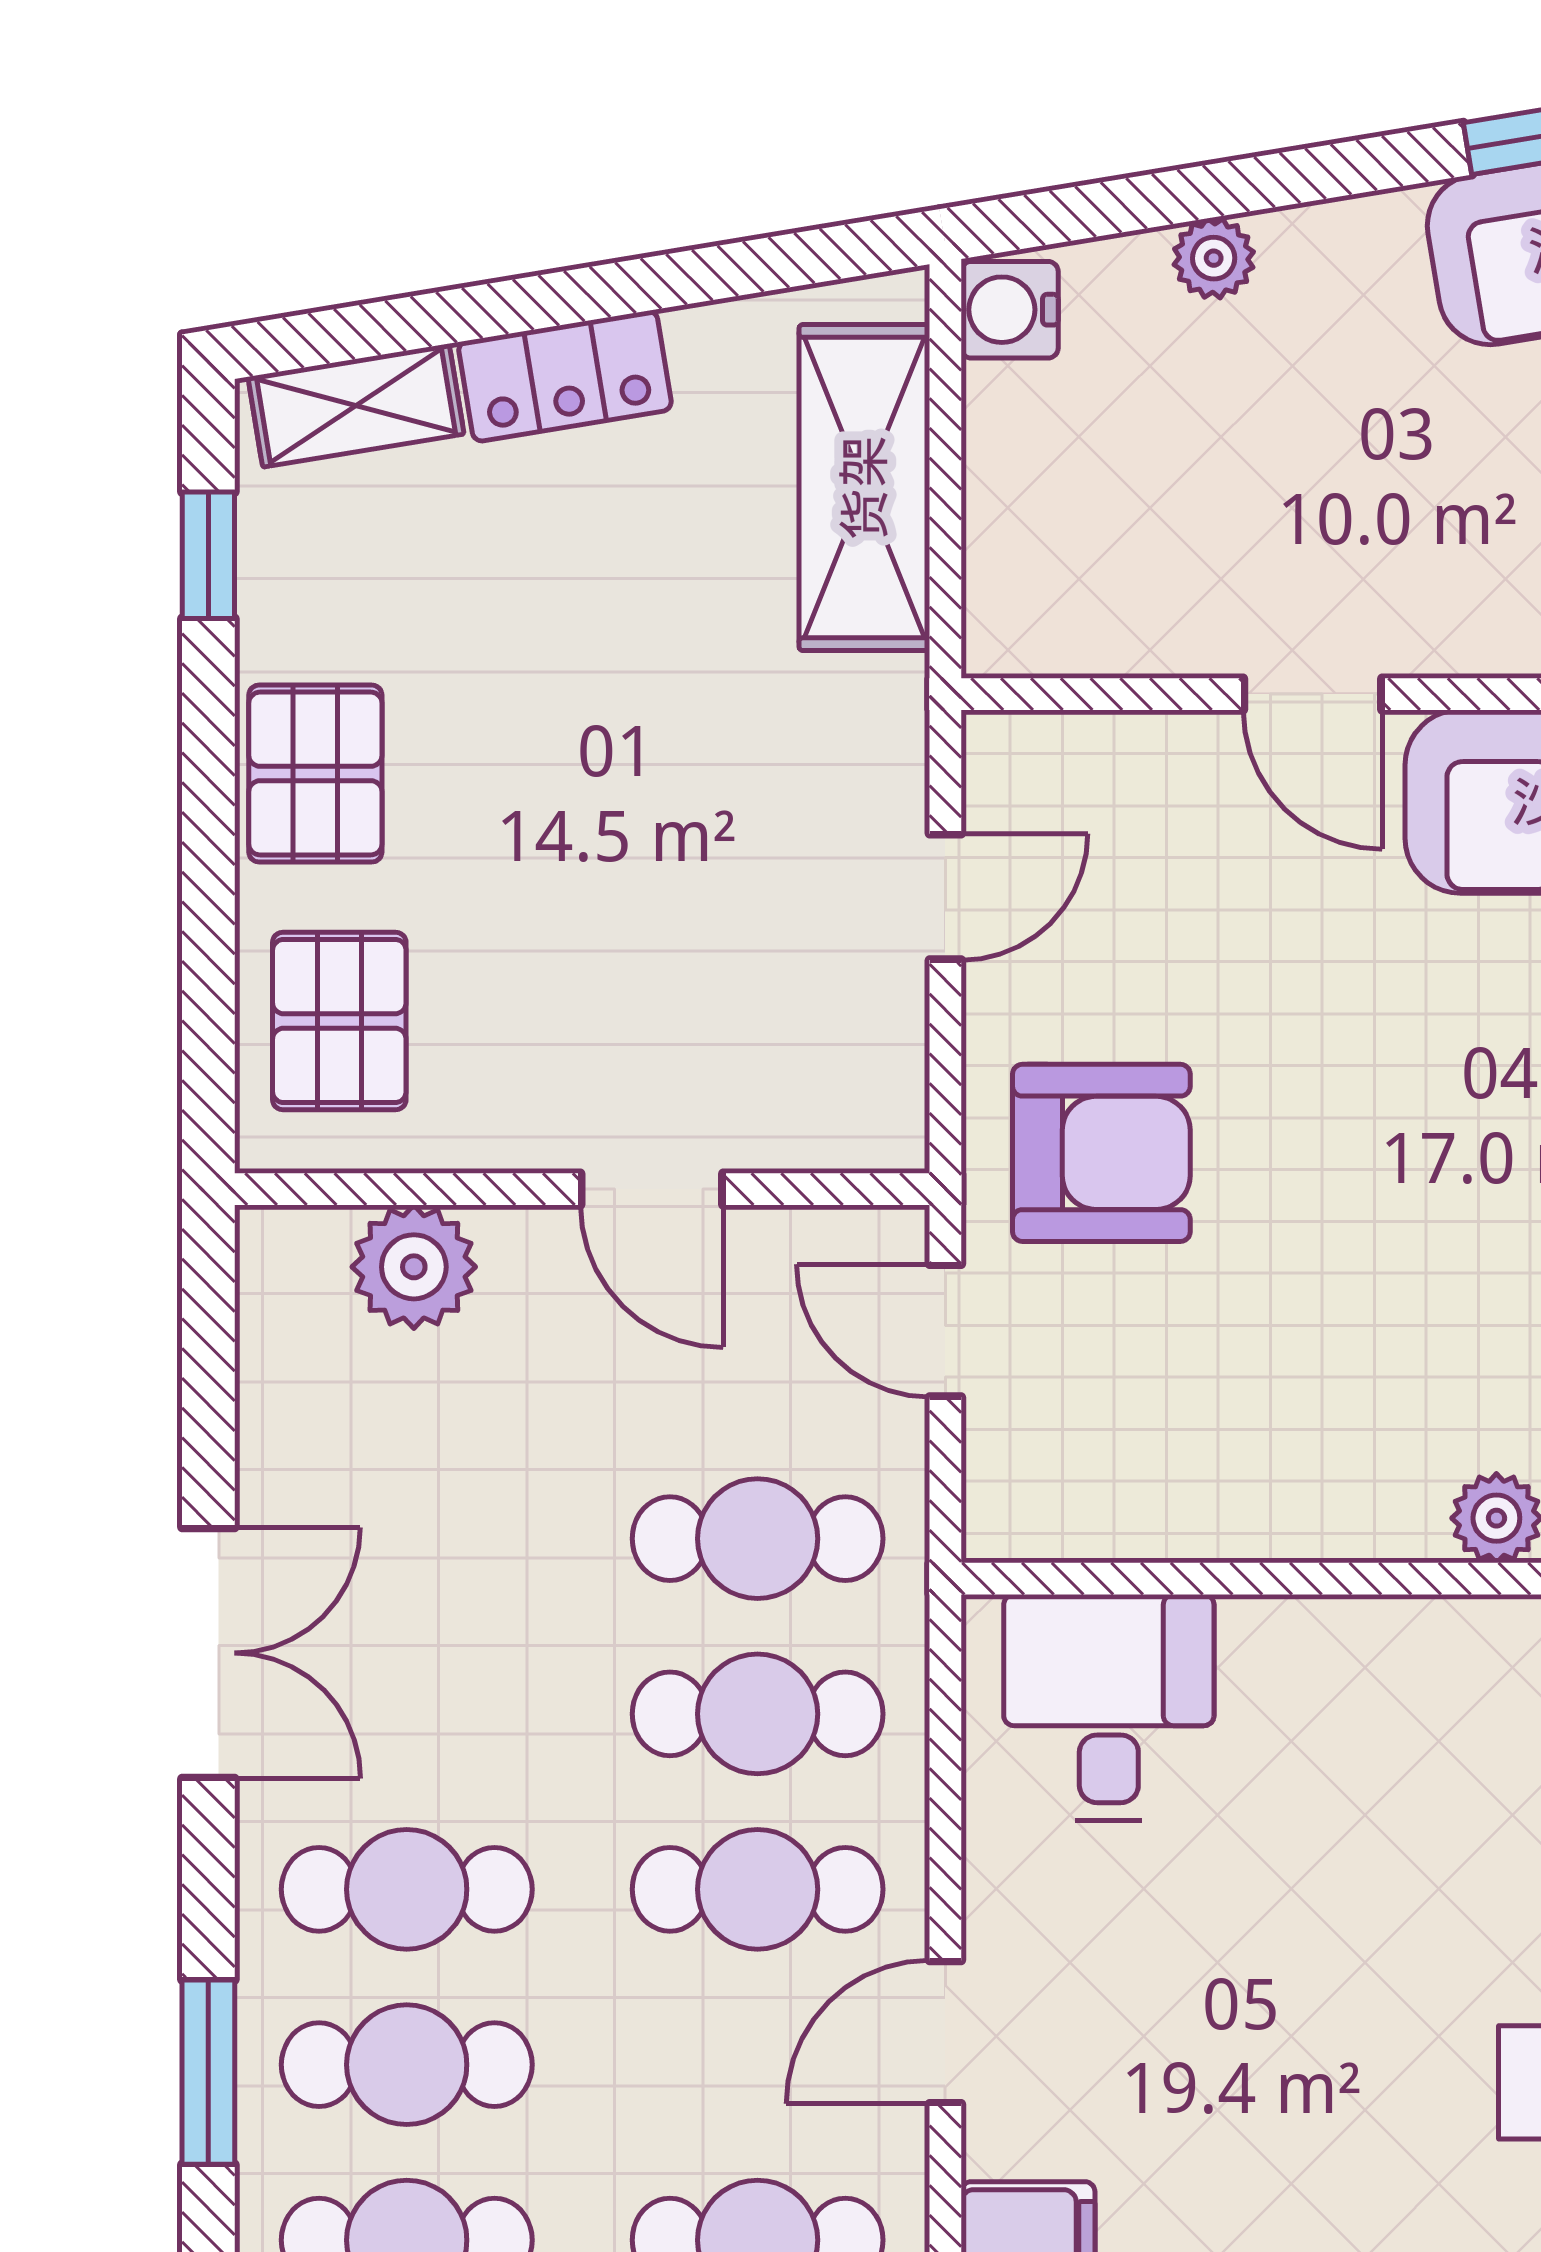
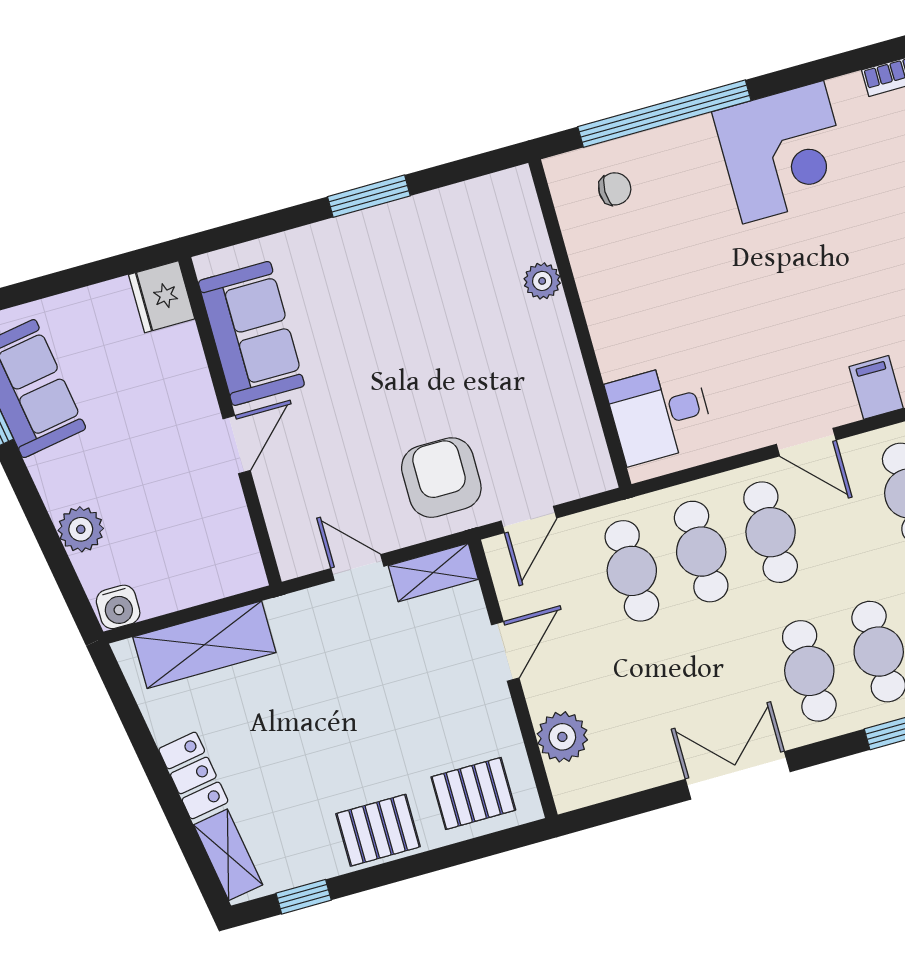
plant: (1214, 258) -> (81, 529), width x1.38, depth x1.38
shelving: (884, 1072) -> (433, 572), added

